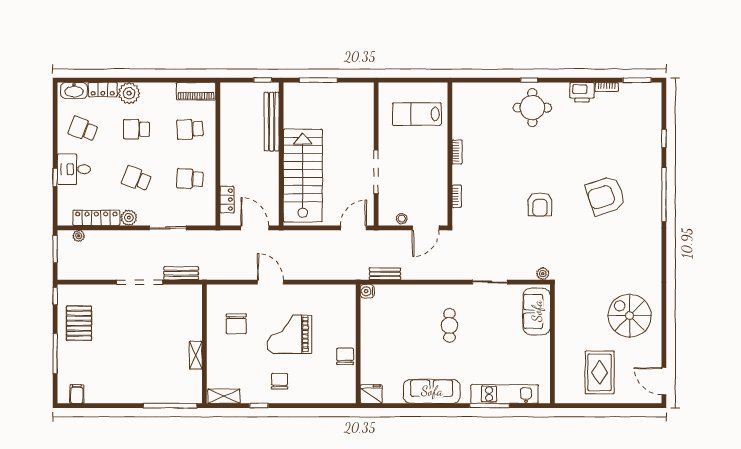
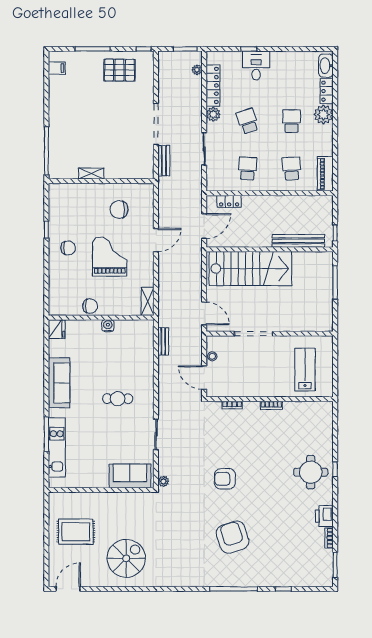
school desk: (83, 129) -> (292, 74), removed
school desk: (137, 179) -> (248, 121), turned -39
water cooler: (367, 291) -> (108, 326), moved
shelving: (224, 396) -> (148, 301), moved

